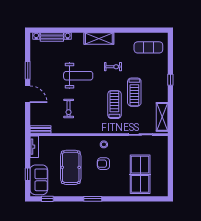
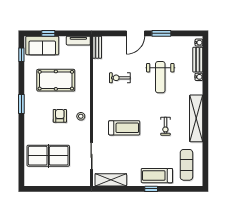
shelving: (99, 39) -> (196, 118), width x1.47
weight bench: (78, 76) -> (160, 77), moved
treadmill: (134, 92) -> (157, 176), moved

